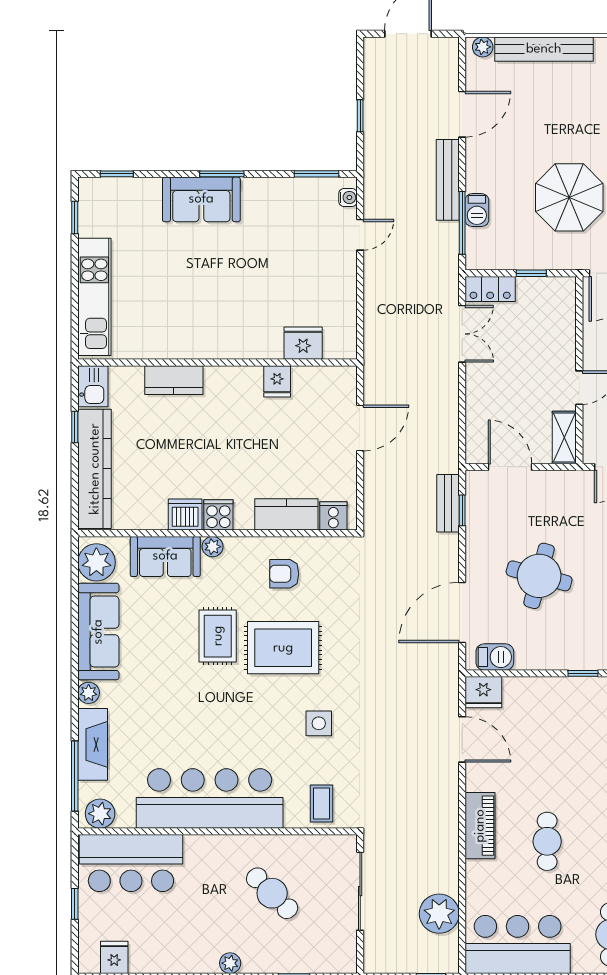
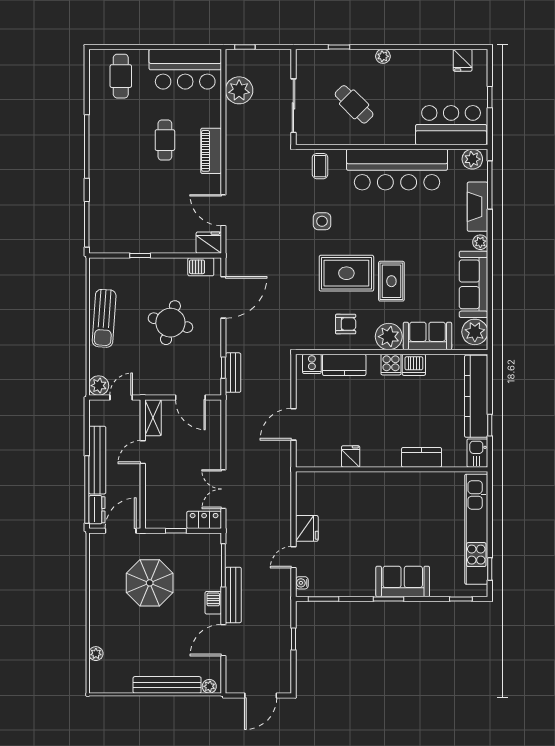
barbecue: (477, 210) -> (213, 603), moved
kitchen unit: (94, 297) -> (476, 529), width x1.36
fridge: (303, 343) -> (307, 528), moved, turned -90
plant: (213, 547) -> (389, 337), width x1.87, depth x1.87

